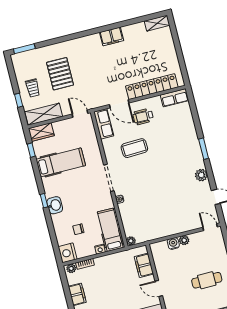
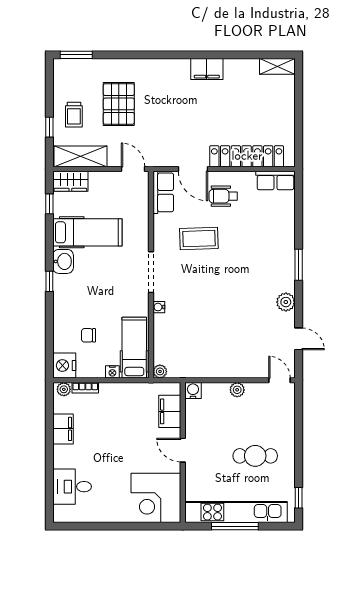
washbasin: (55, 205) -> (63, 261), moved
water cooler: (173, 243) -> (193, 391), moved

